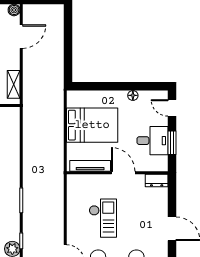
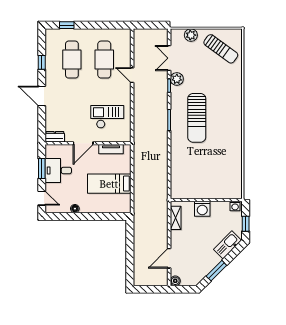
bed: (92, 125) -> (109, 184), width x0.67
tv unit: (90, 166) -> (111, 149), width x0.71
door: (123, 173) -> (83, 143), hinge flipped
checkout: (103, 218) -> (107, 117), moved, turned 90

